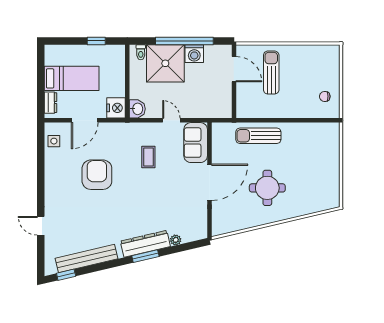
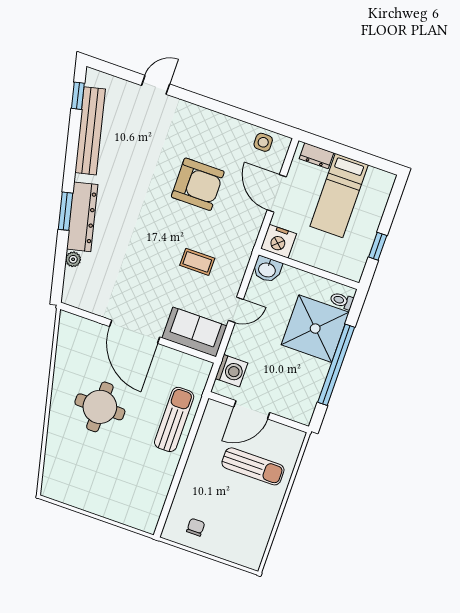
washing machine: (194, 54) -> (231, 371), moved, turned 180
door: (234, 69) -> (252, 410), moved

